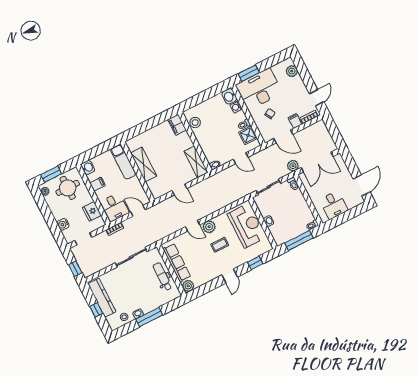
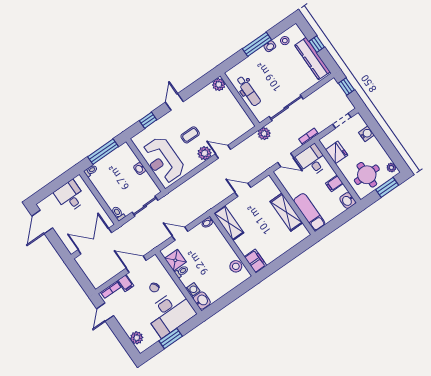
window: (249, 73) -> (171, 338), moved
plant: (293, 166) -> (264, 134), moved
row of seats: (177, 263) -> (235, 109), removed

